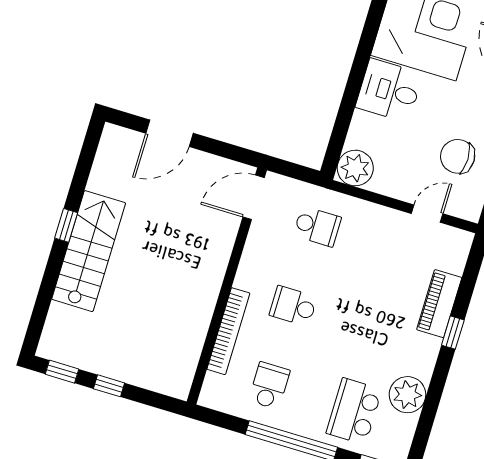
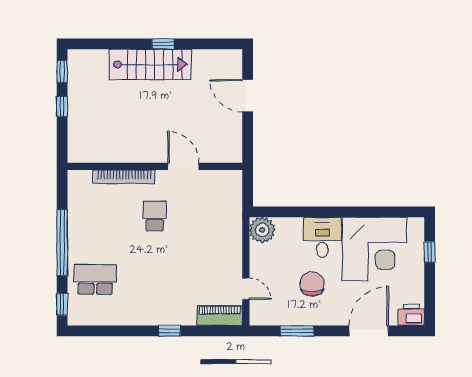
chair: (458, 156) -> (312, 284), moved
door: (254, 197) -> (183, 166), moved
school desk: (317, 226) -> (214, 216), removed
piano: (439, 304) -> (220, 316), moved
school desk: (269, 386) -> (95, 216), removed
plant: (407, 395) -> (118, 313), removed

